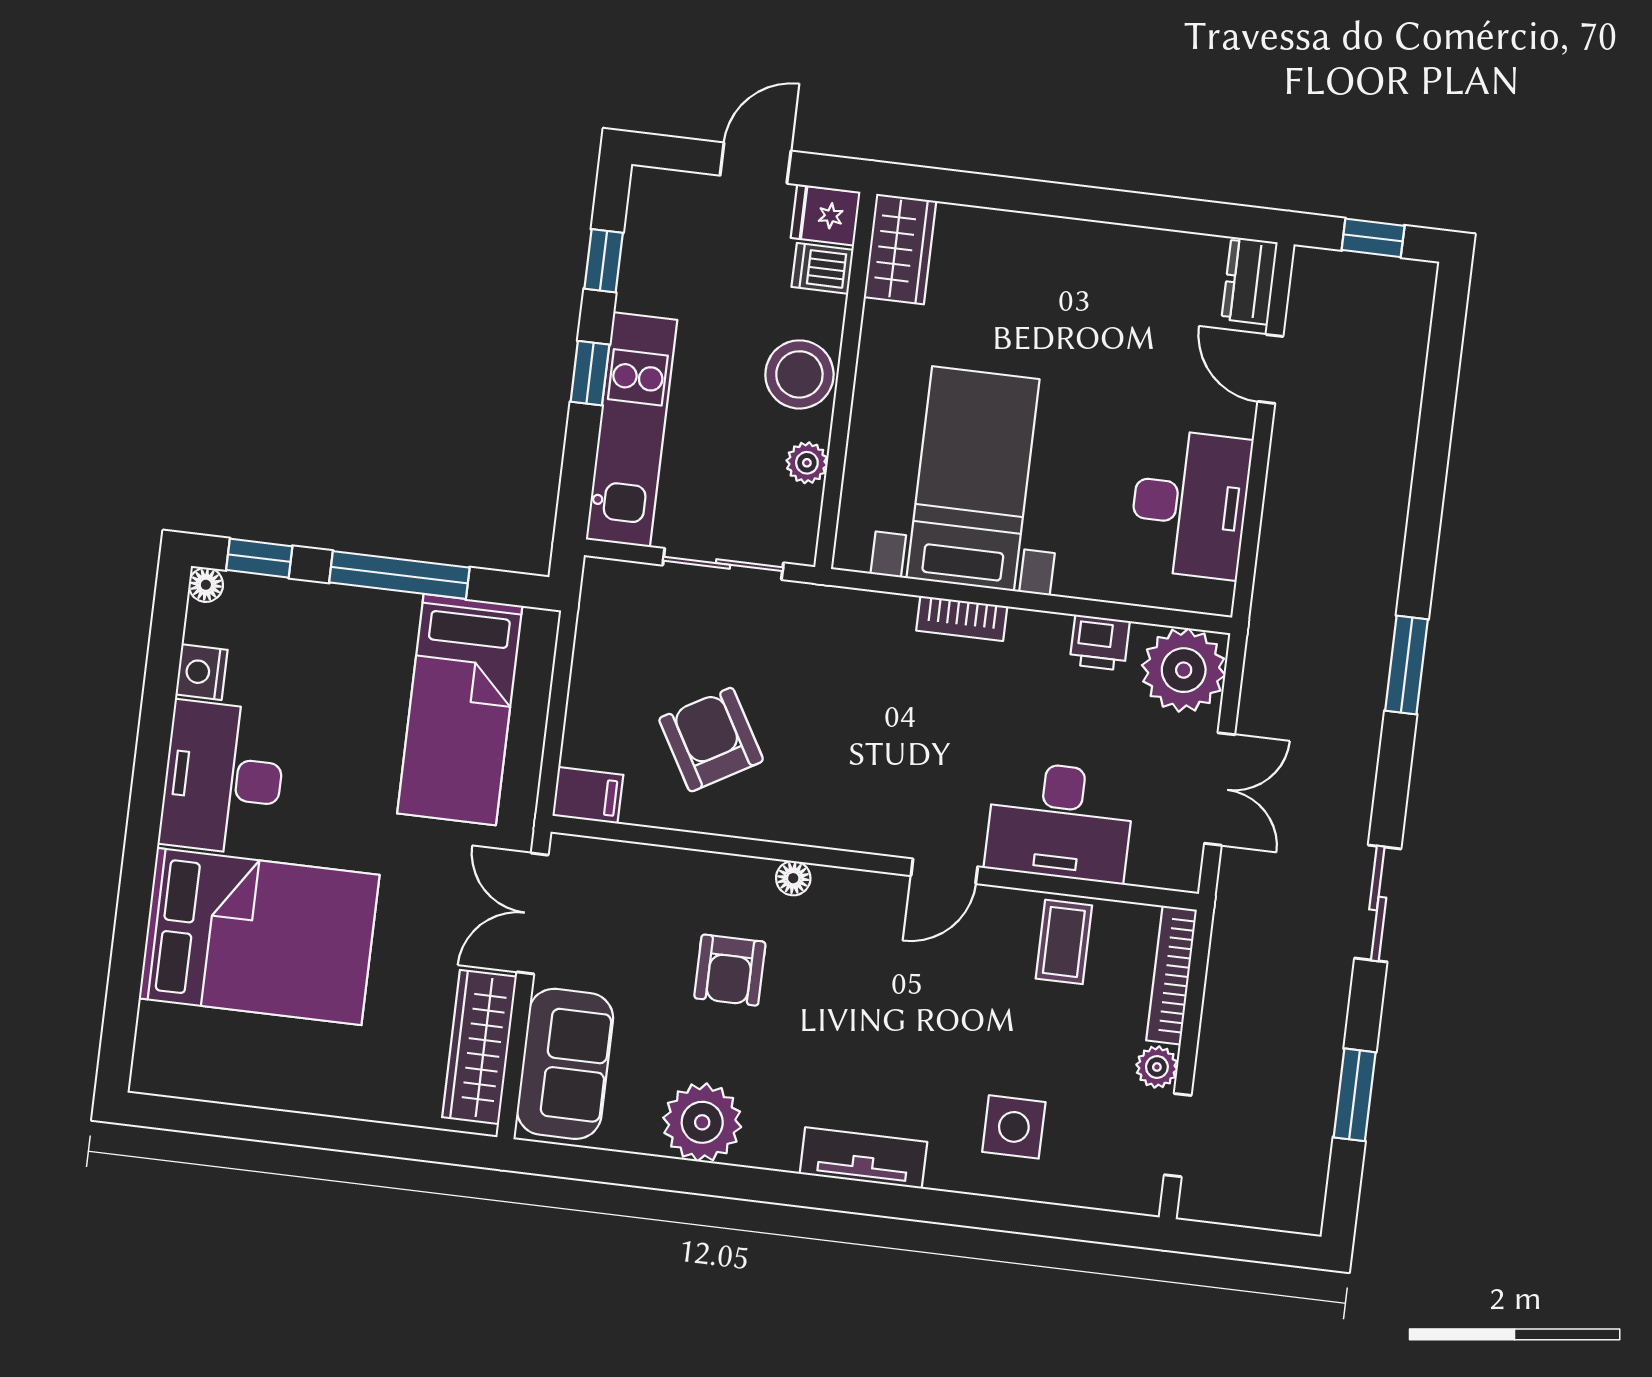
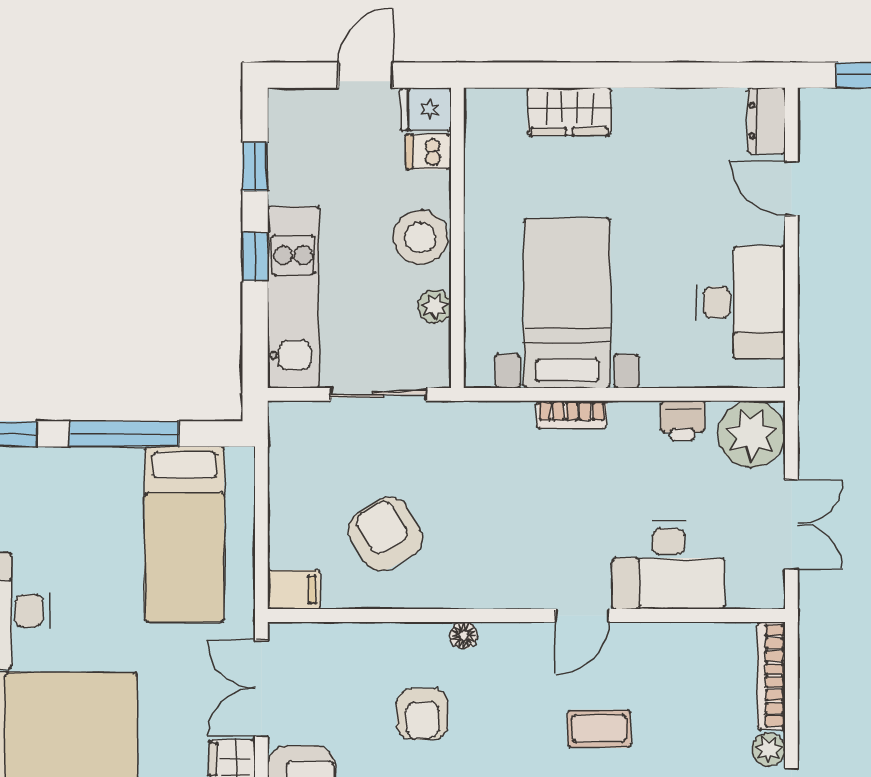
wardrobe: (900, 249) -> (569, 112), moved, turned 90
coffee table: (1064, 942) -> (599, 729), moved, turned 90

